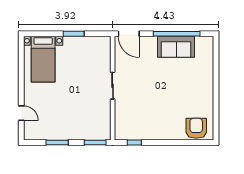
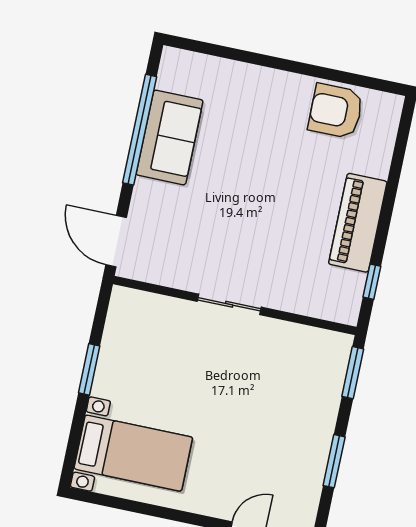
door: (129, 34) -> (116, 241), swing flipped
armchair: (196, 128) -> (336, 111), moved
piano: (157, 132) -> (358, 223), added

